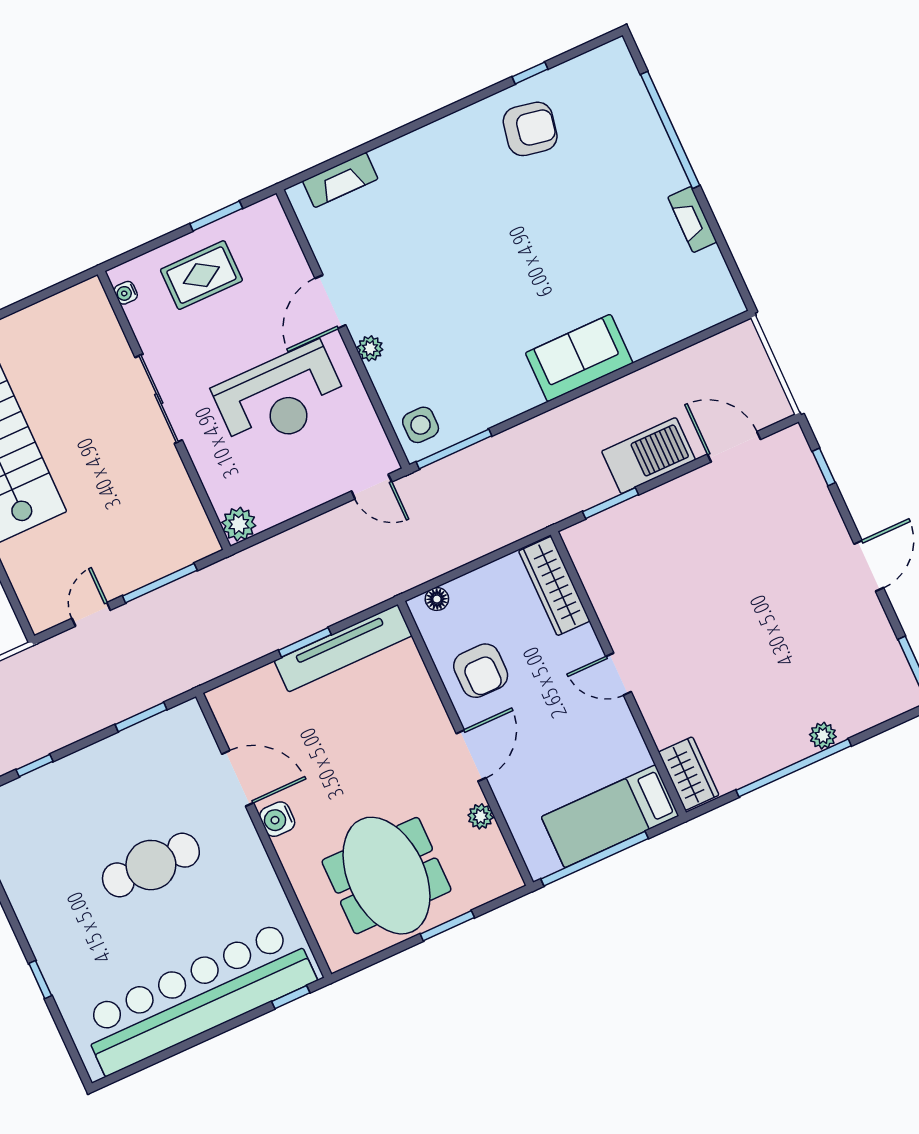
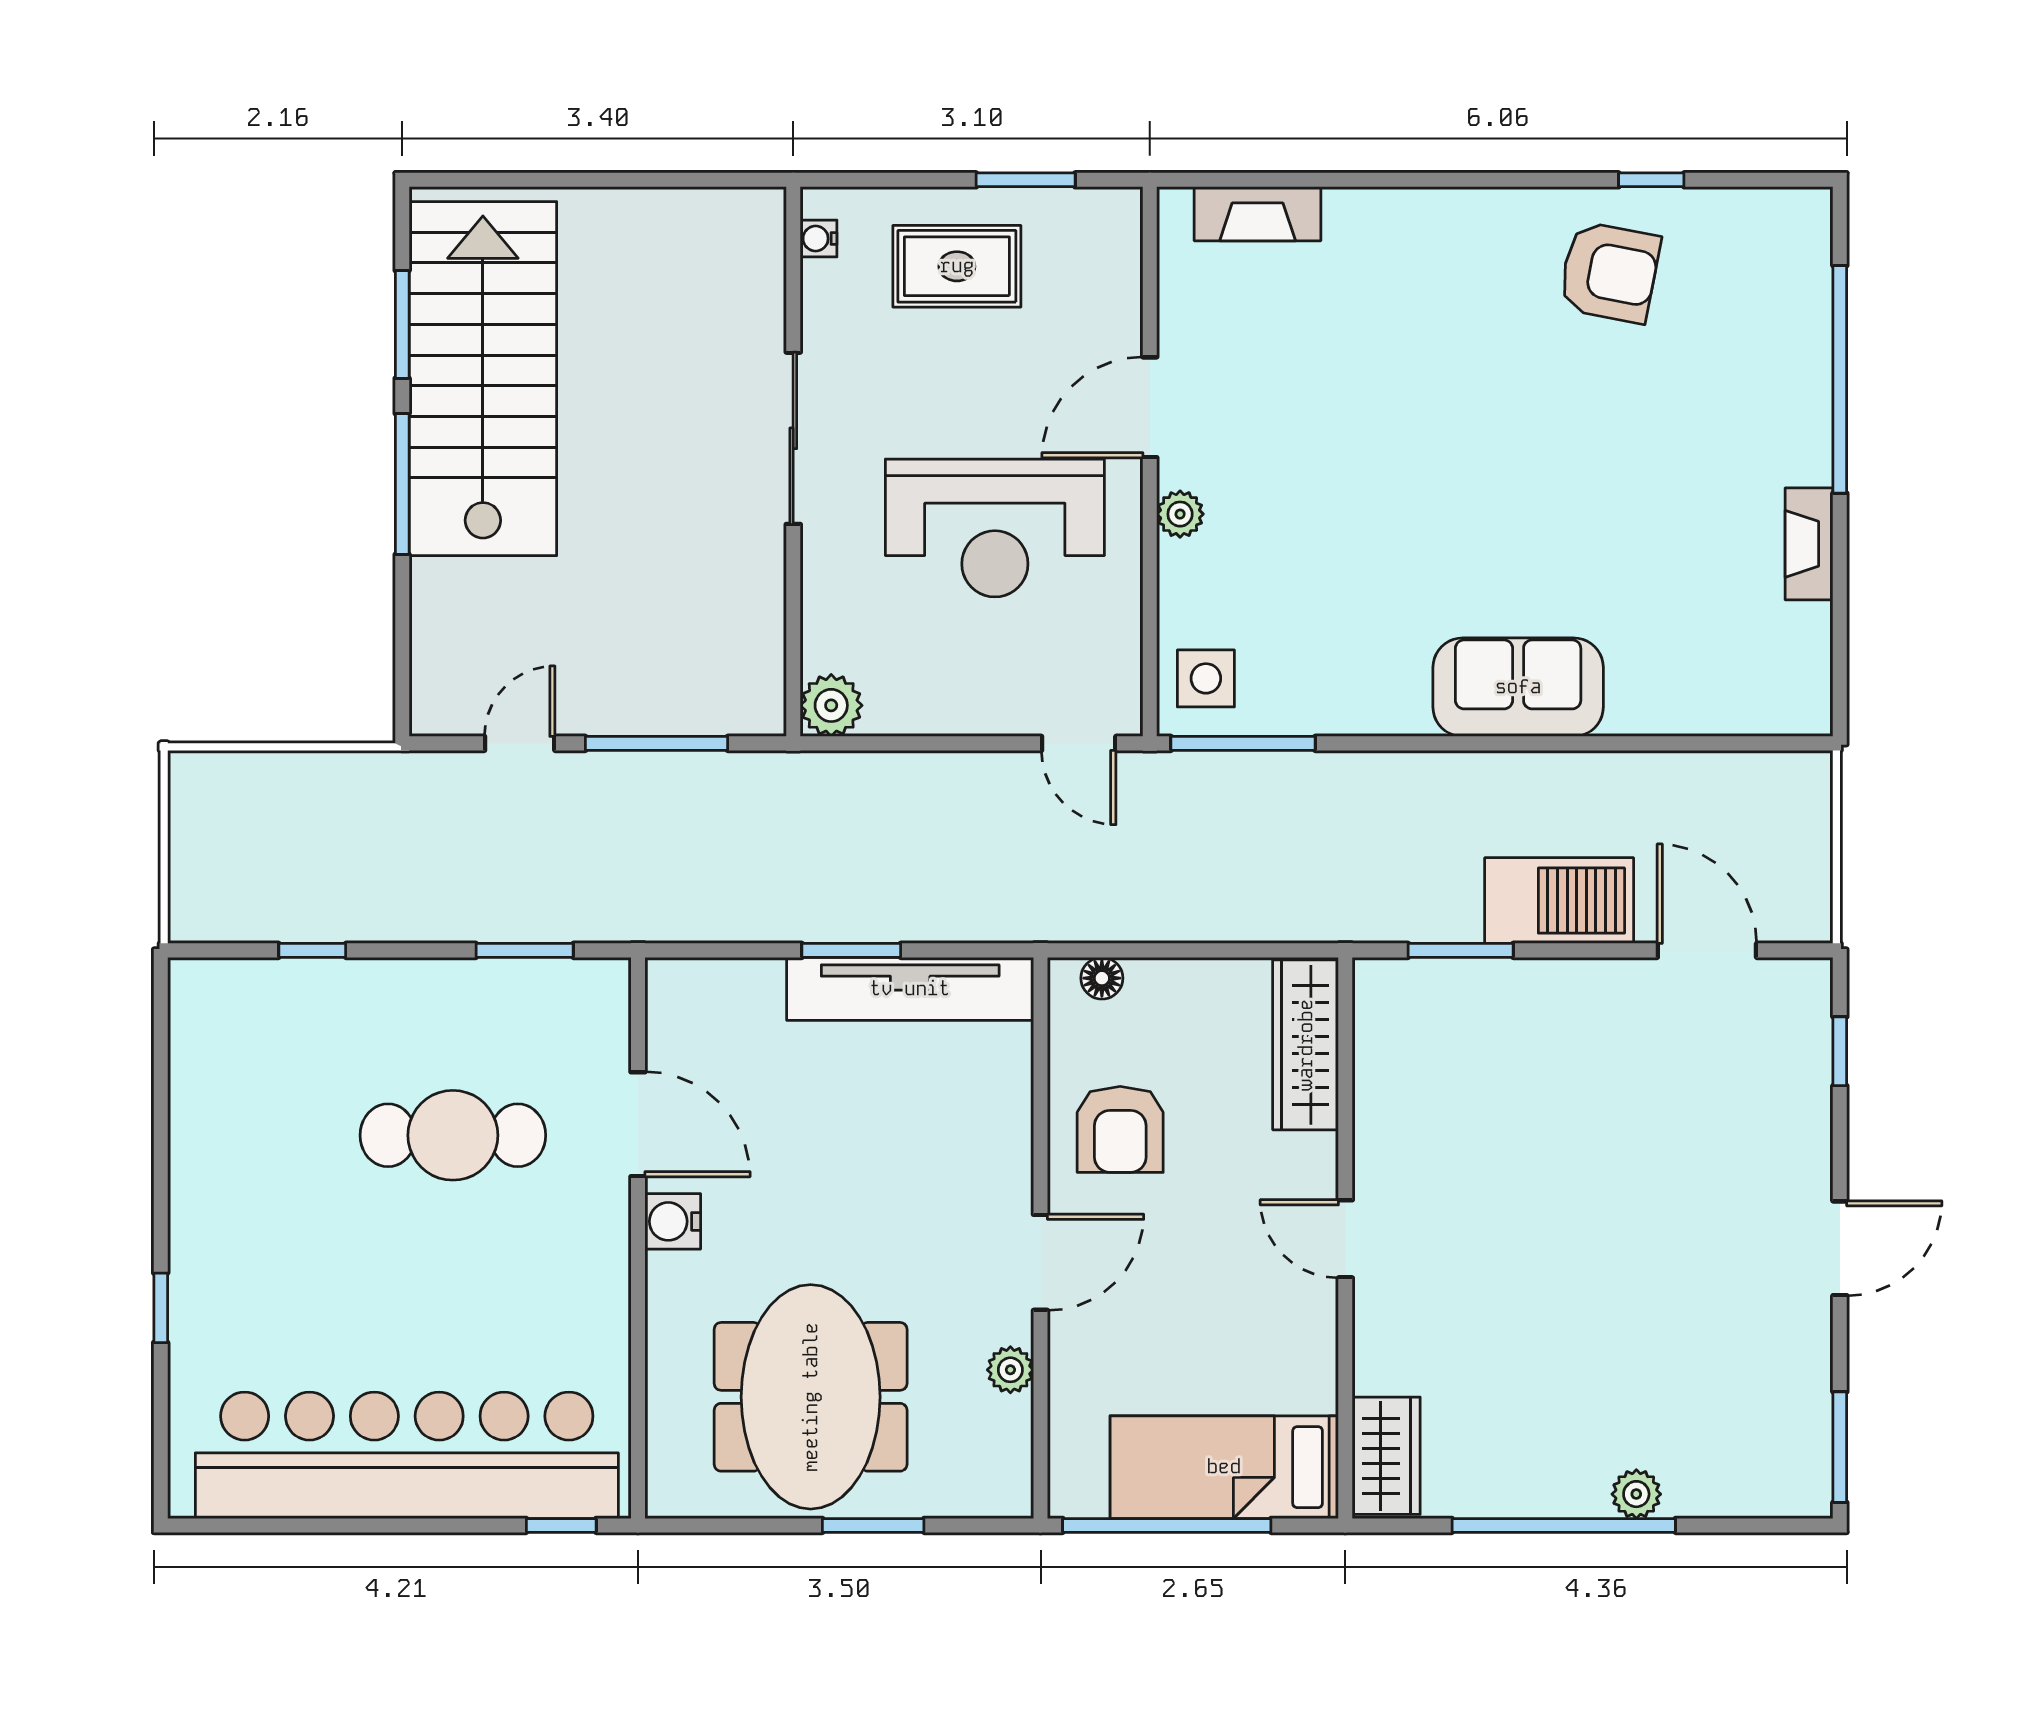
cafe table: (151, 865) -> (453, 1135), moved

